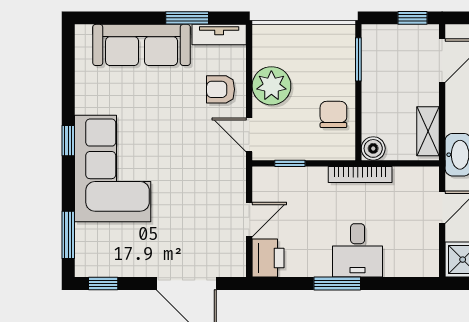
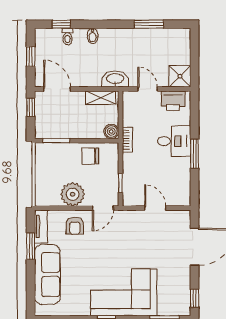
bookcase: (360, 175) -> (127, 140), width x0.64
printer: (268, 258) -> (173, 101), moved, turned 180

